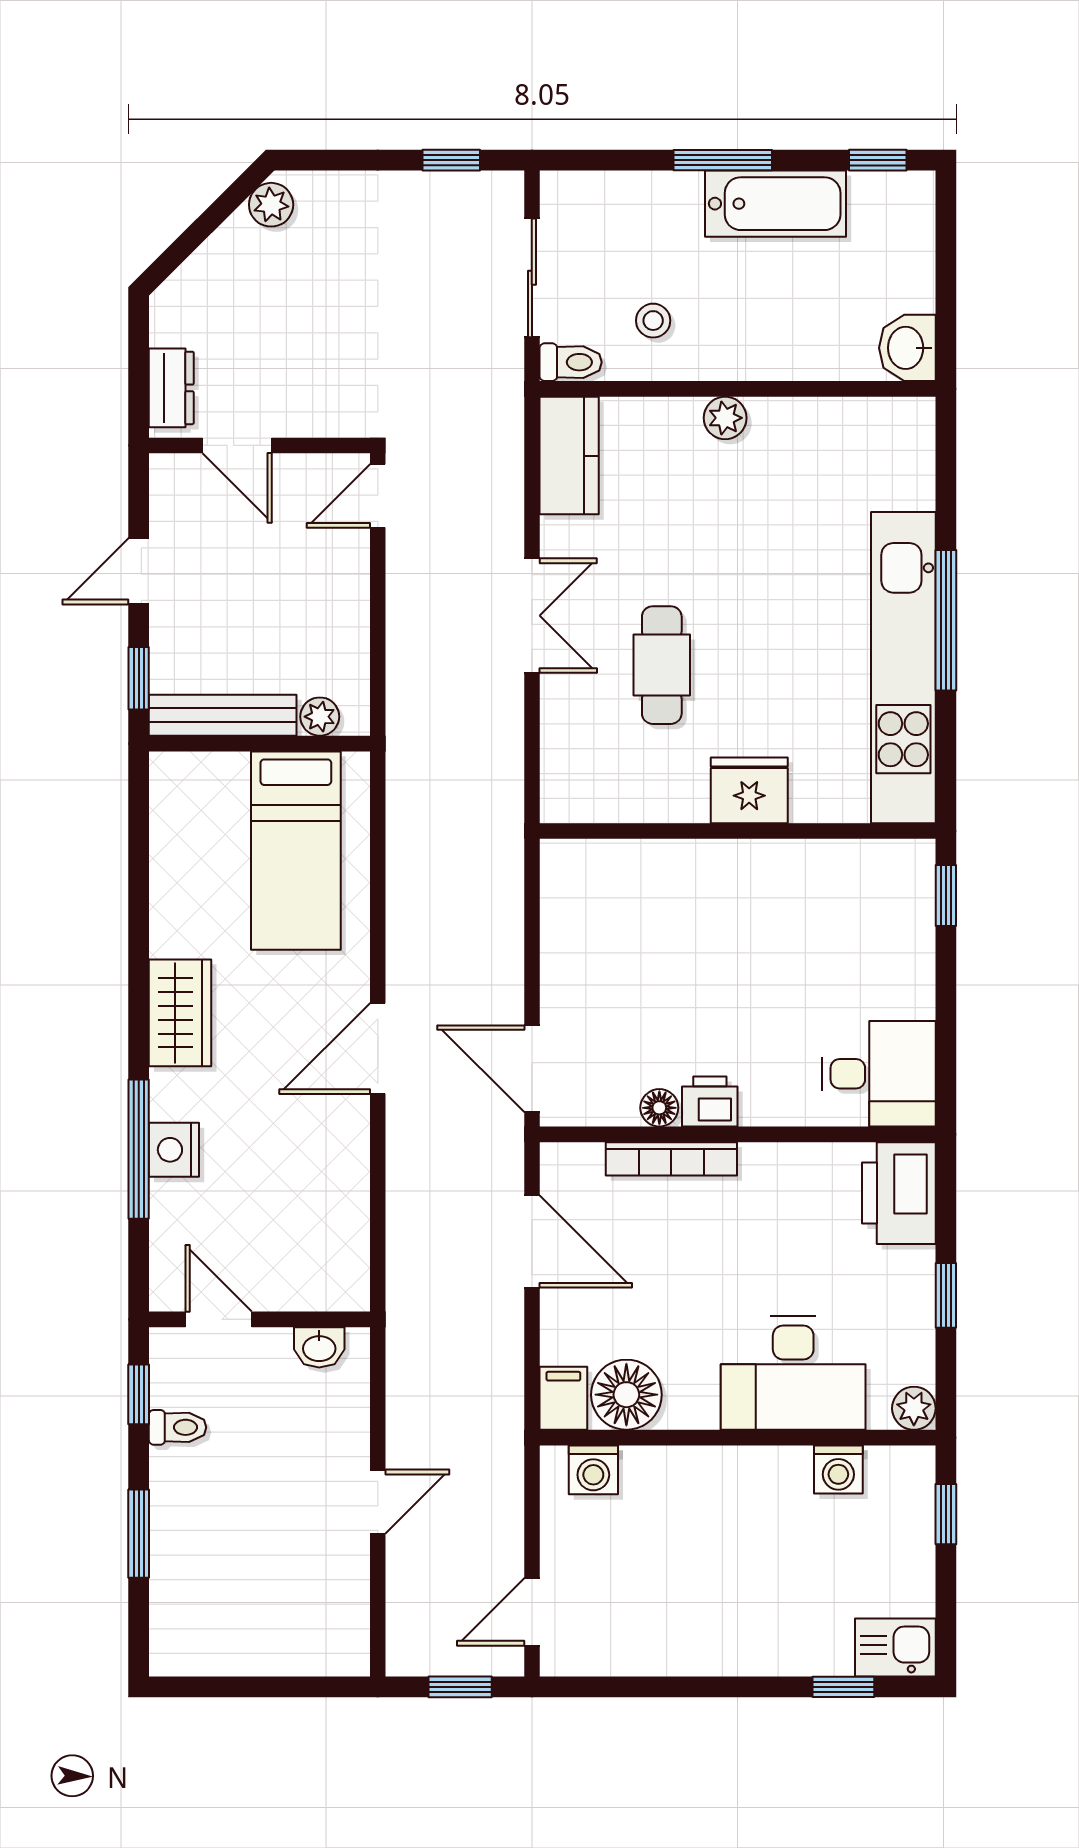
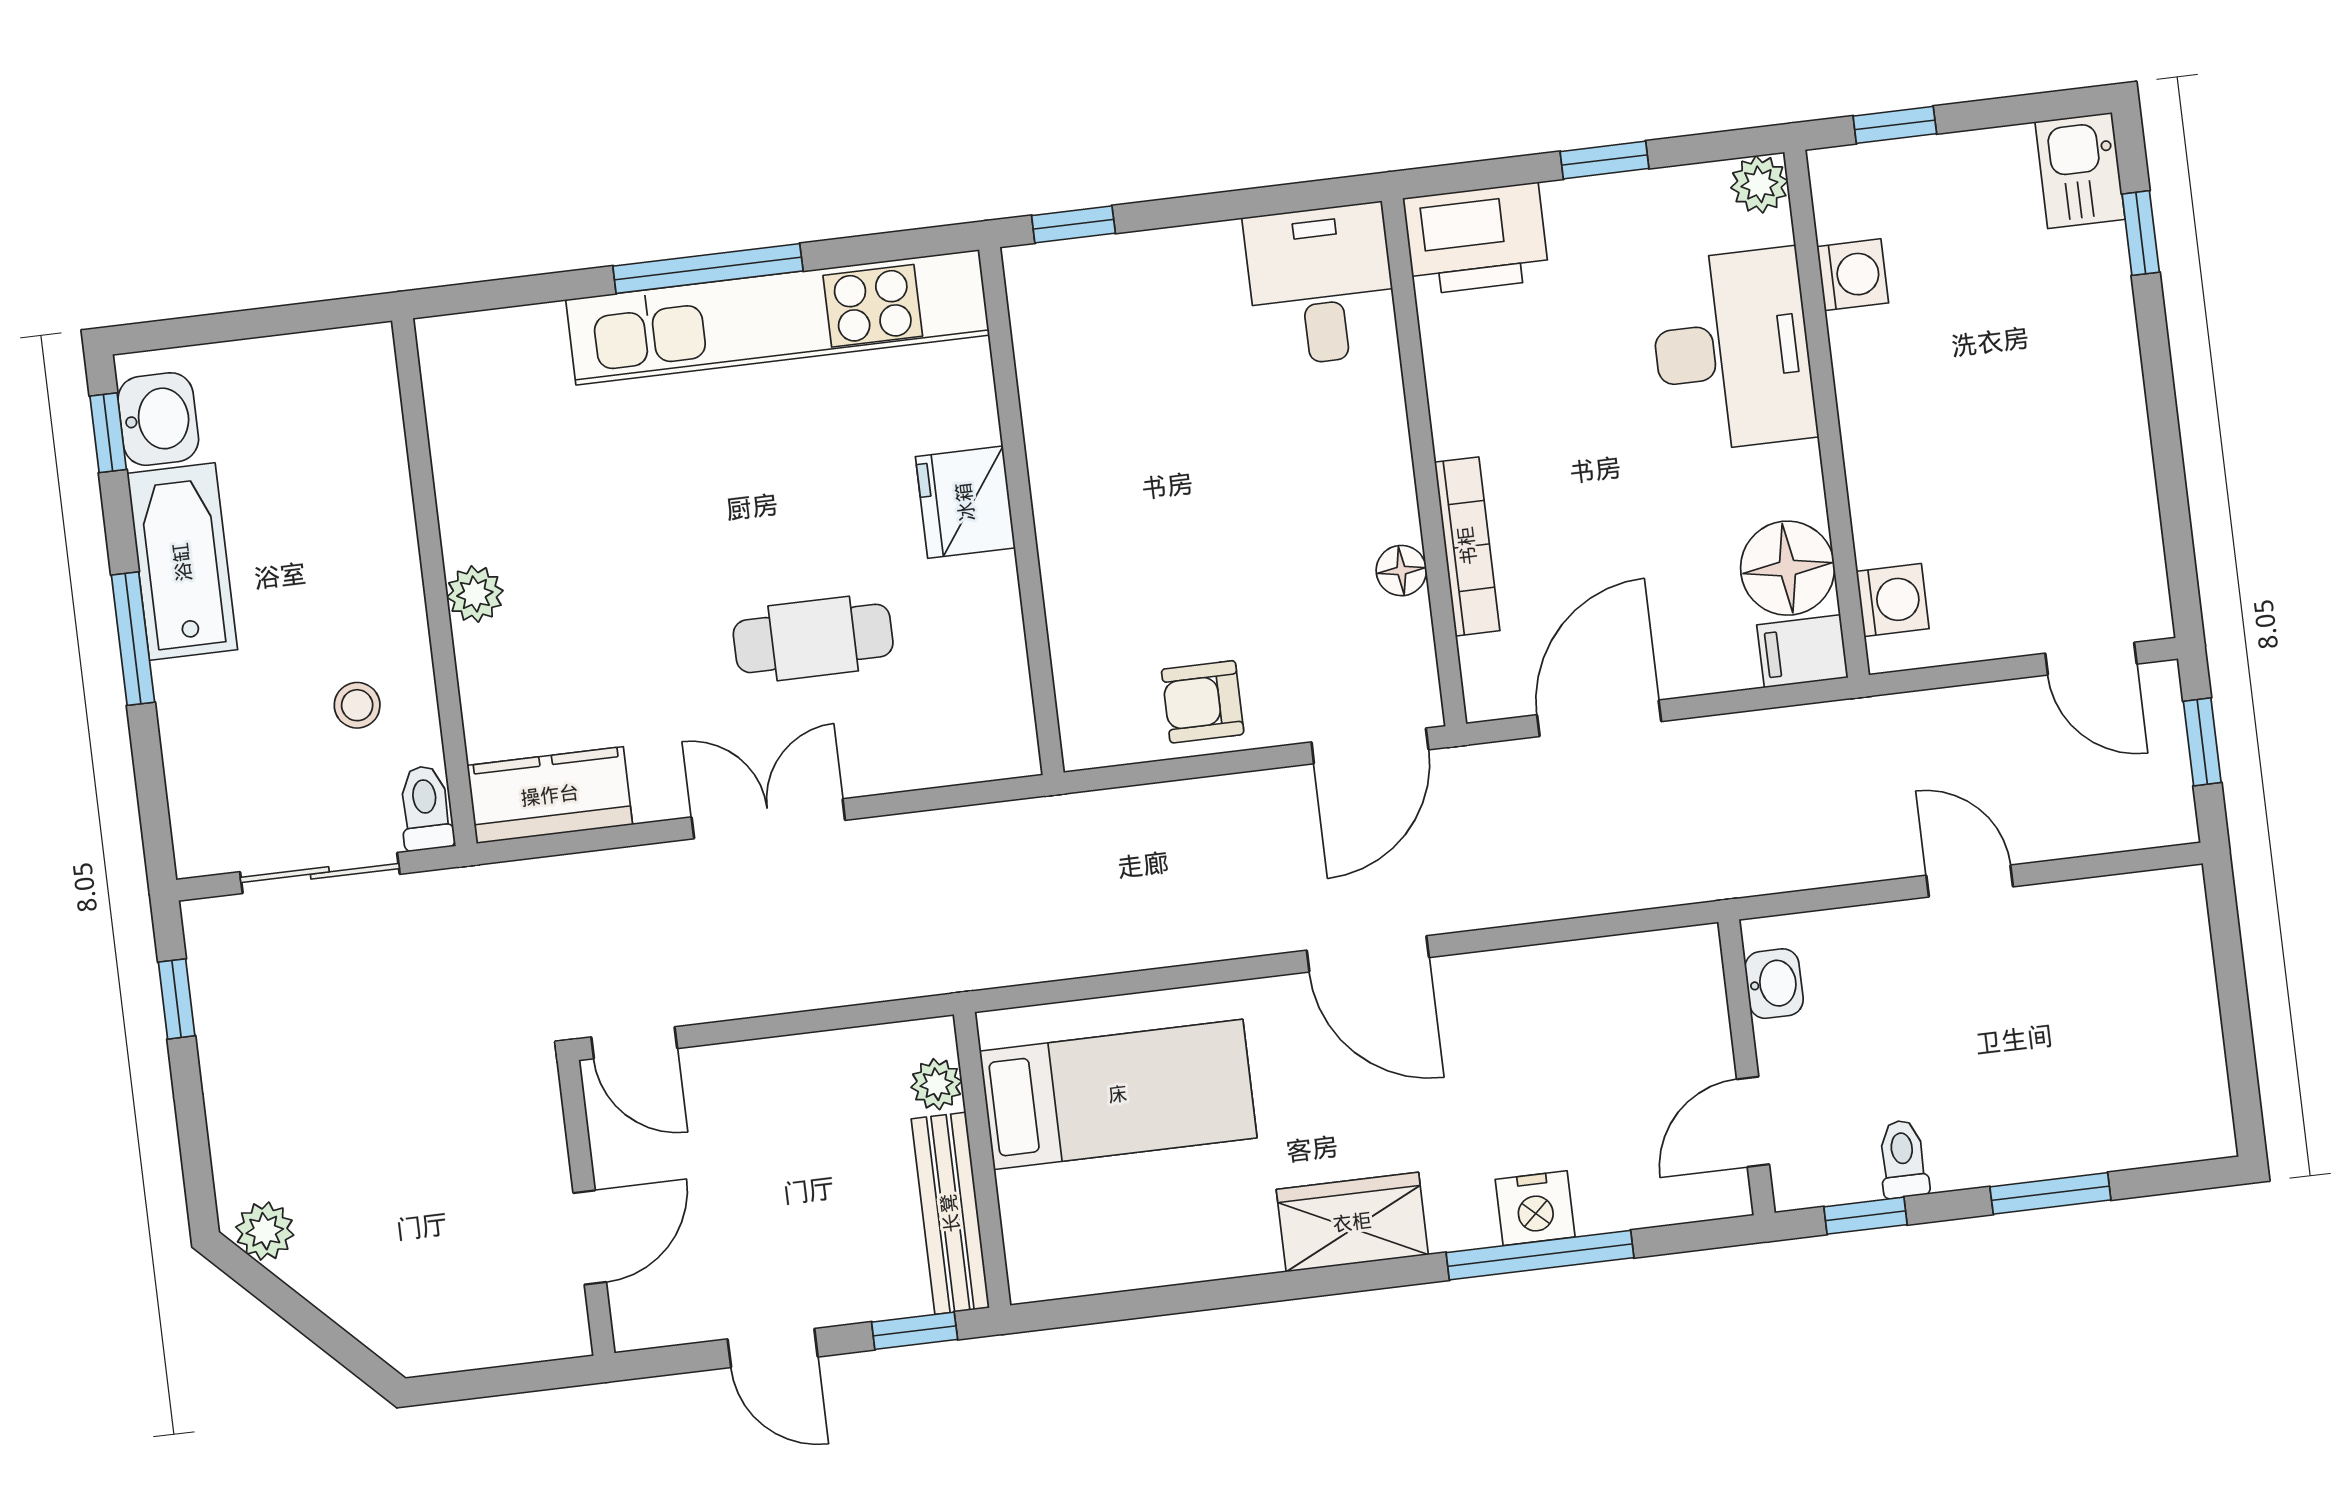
washbasin: (907, 348) -> (158, 419), moved, turned -90
dresser: (171, 388) -> (524, 1334), removed
armchair: (580, 949) -> (1203, 702), added
printer: (710, 1101) -> (1385, 504), removed

